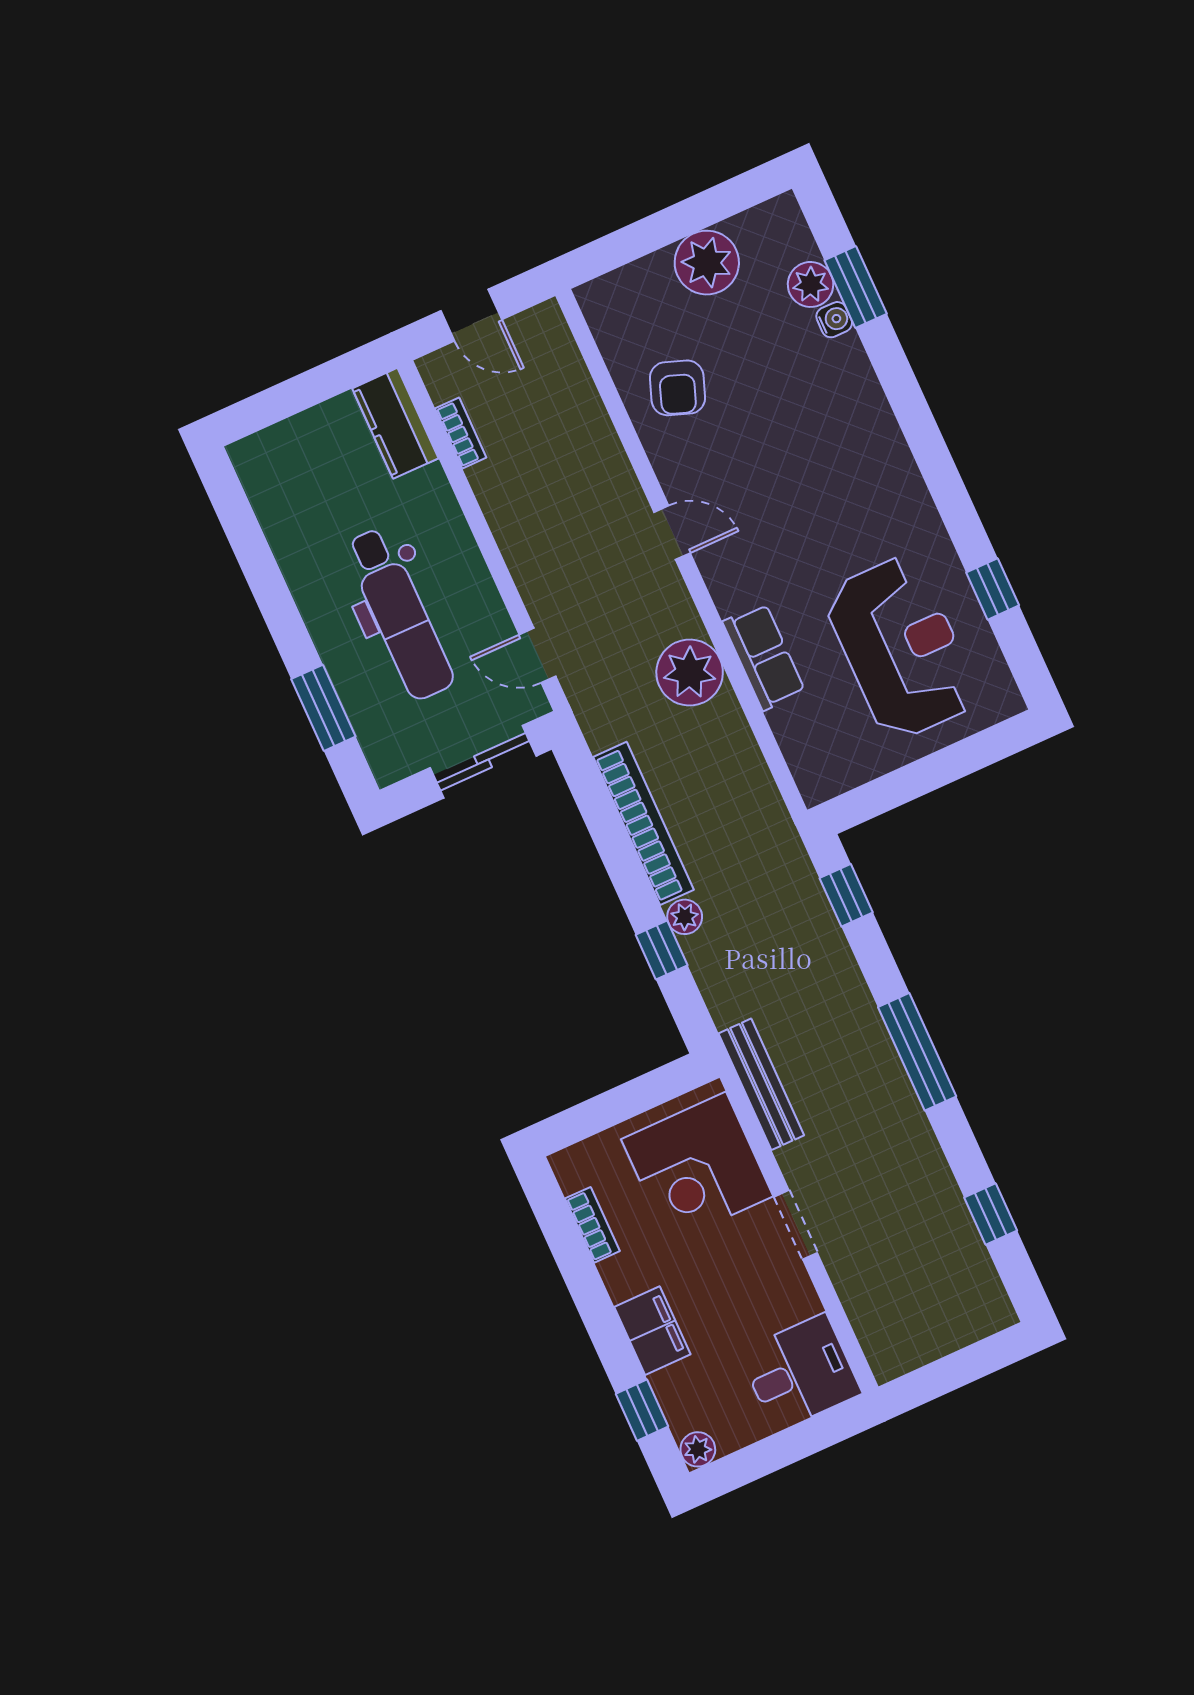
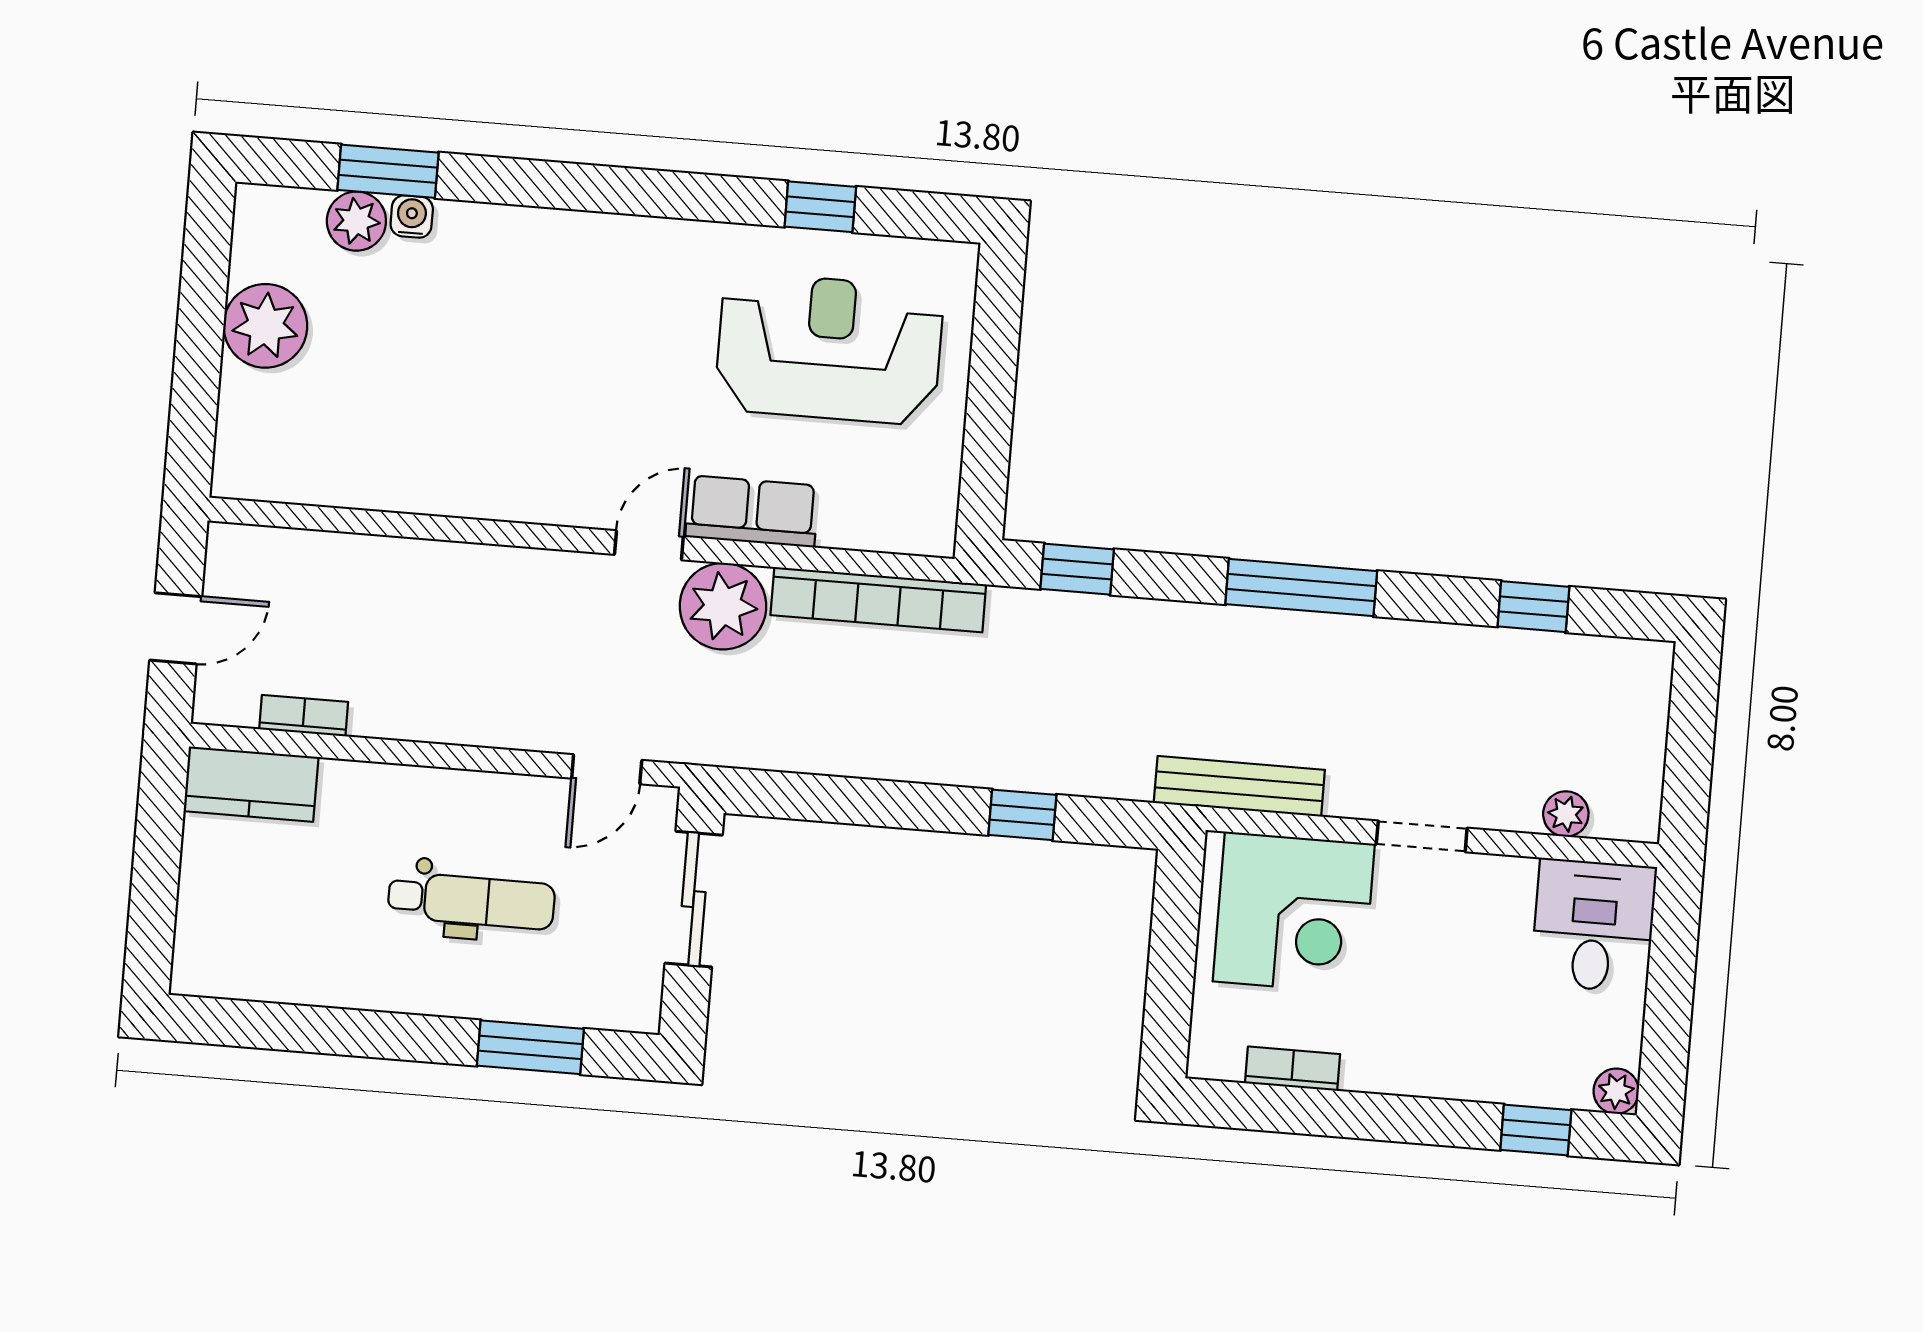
armchair: (677, 388) -> (390, 439), removed
door: (672, 533) -> (649, 545), moved
dental chair: (399, 614) -> (471, 901), width x0.73, depth x0.72
bookcase: (643, 823) -> (878, 600), moved, turned 180
plant: (685, 917) -> (1566, 814), moved
filing cabinet: (652, 1331) -> (1452, 1068), removed

